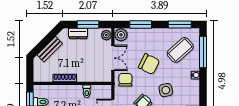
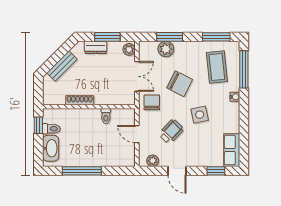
plant: (121, 35) -> (166, 49), moved
coffee table: (180, 50) -> (217, 67), turned -54

